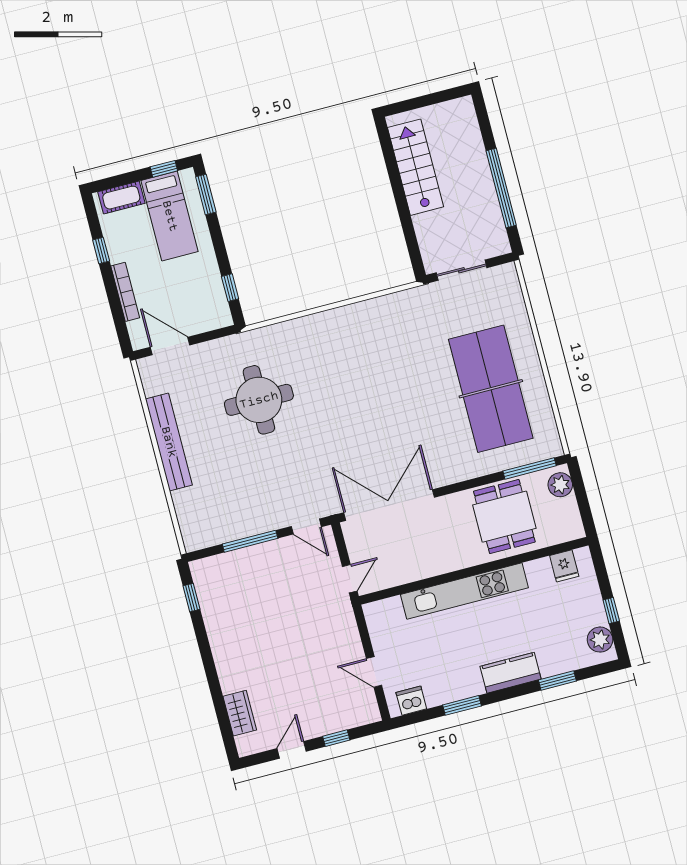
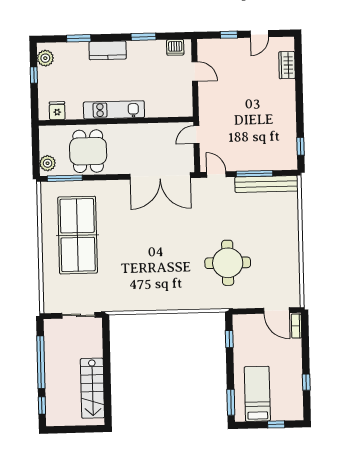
window: (484, 124) -> (42, 405), added
window: (164, 169) -> (276, 424), moved
cot: (121, 198) -> (285, 413), removed
bookcase: (125, 292) -> (296, 326), moved, width x0.64
bench: (169, 442) -> (266, 184), moved, turned 90
kitchen unit: (464, 591) -> (114, 110), width x0.73

